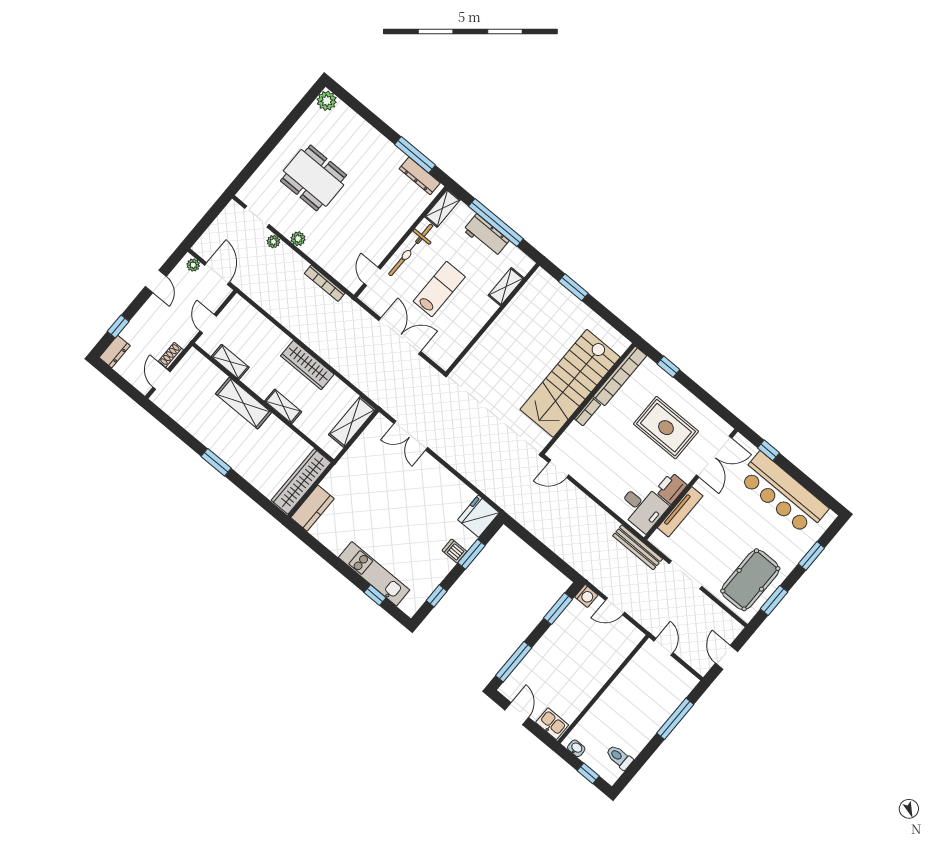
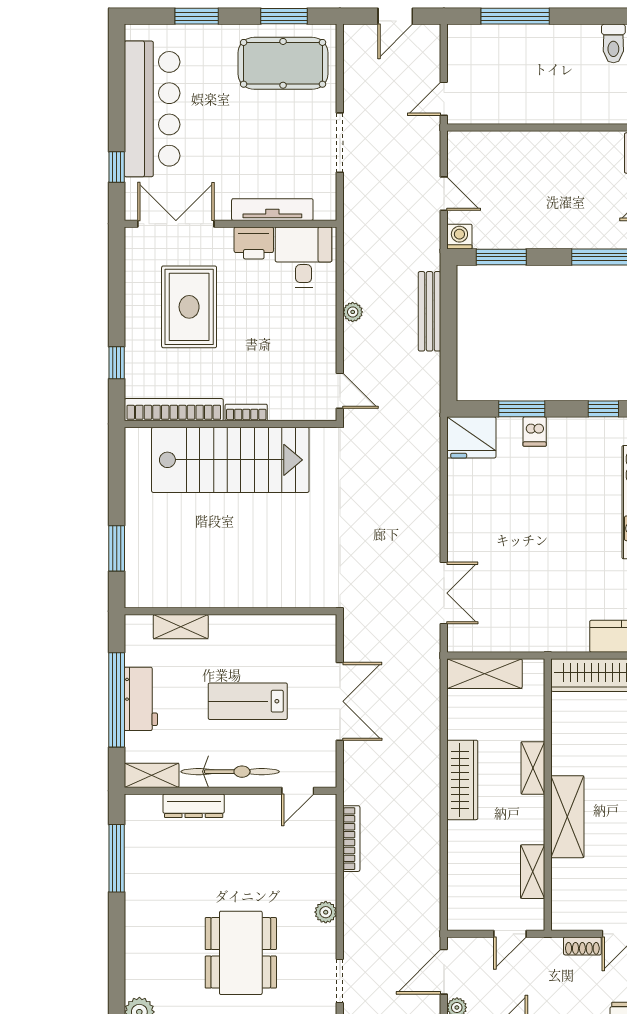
dresser: (420, 176) -> (194, 806), moved, turned 90
plant: (273, 242) -> (353, 312), moved
double door: (400, 336) -> (340, 701), swing flipped
bench: (638, 547) -> (430, 311), moved

